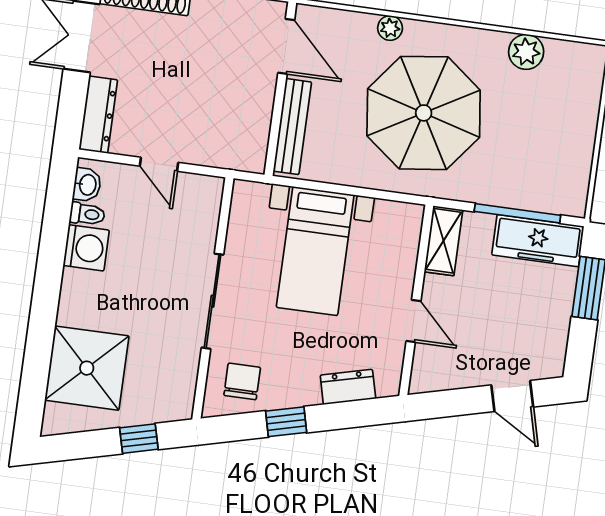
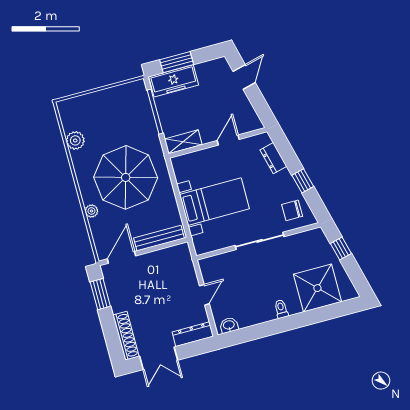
toilet: (87, 214) -> (281, 309), moved
freezer: (538, 241) -> (174, 81), moved, turned 90
washing machine: (86, 248) -> (260, 313), removed

